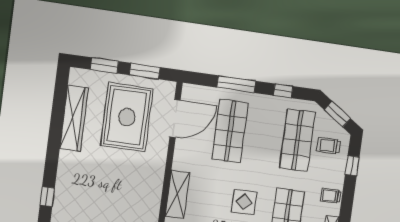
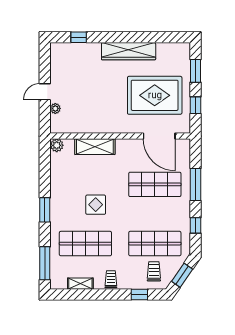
window: (145, 71) -> (195, 105), width x0.67
wardrobe: (74, 118) -> (129, 51), moved

